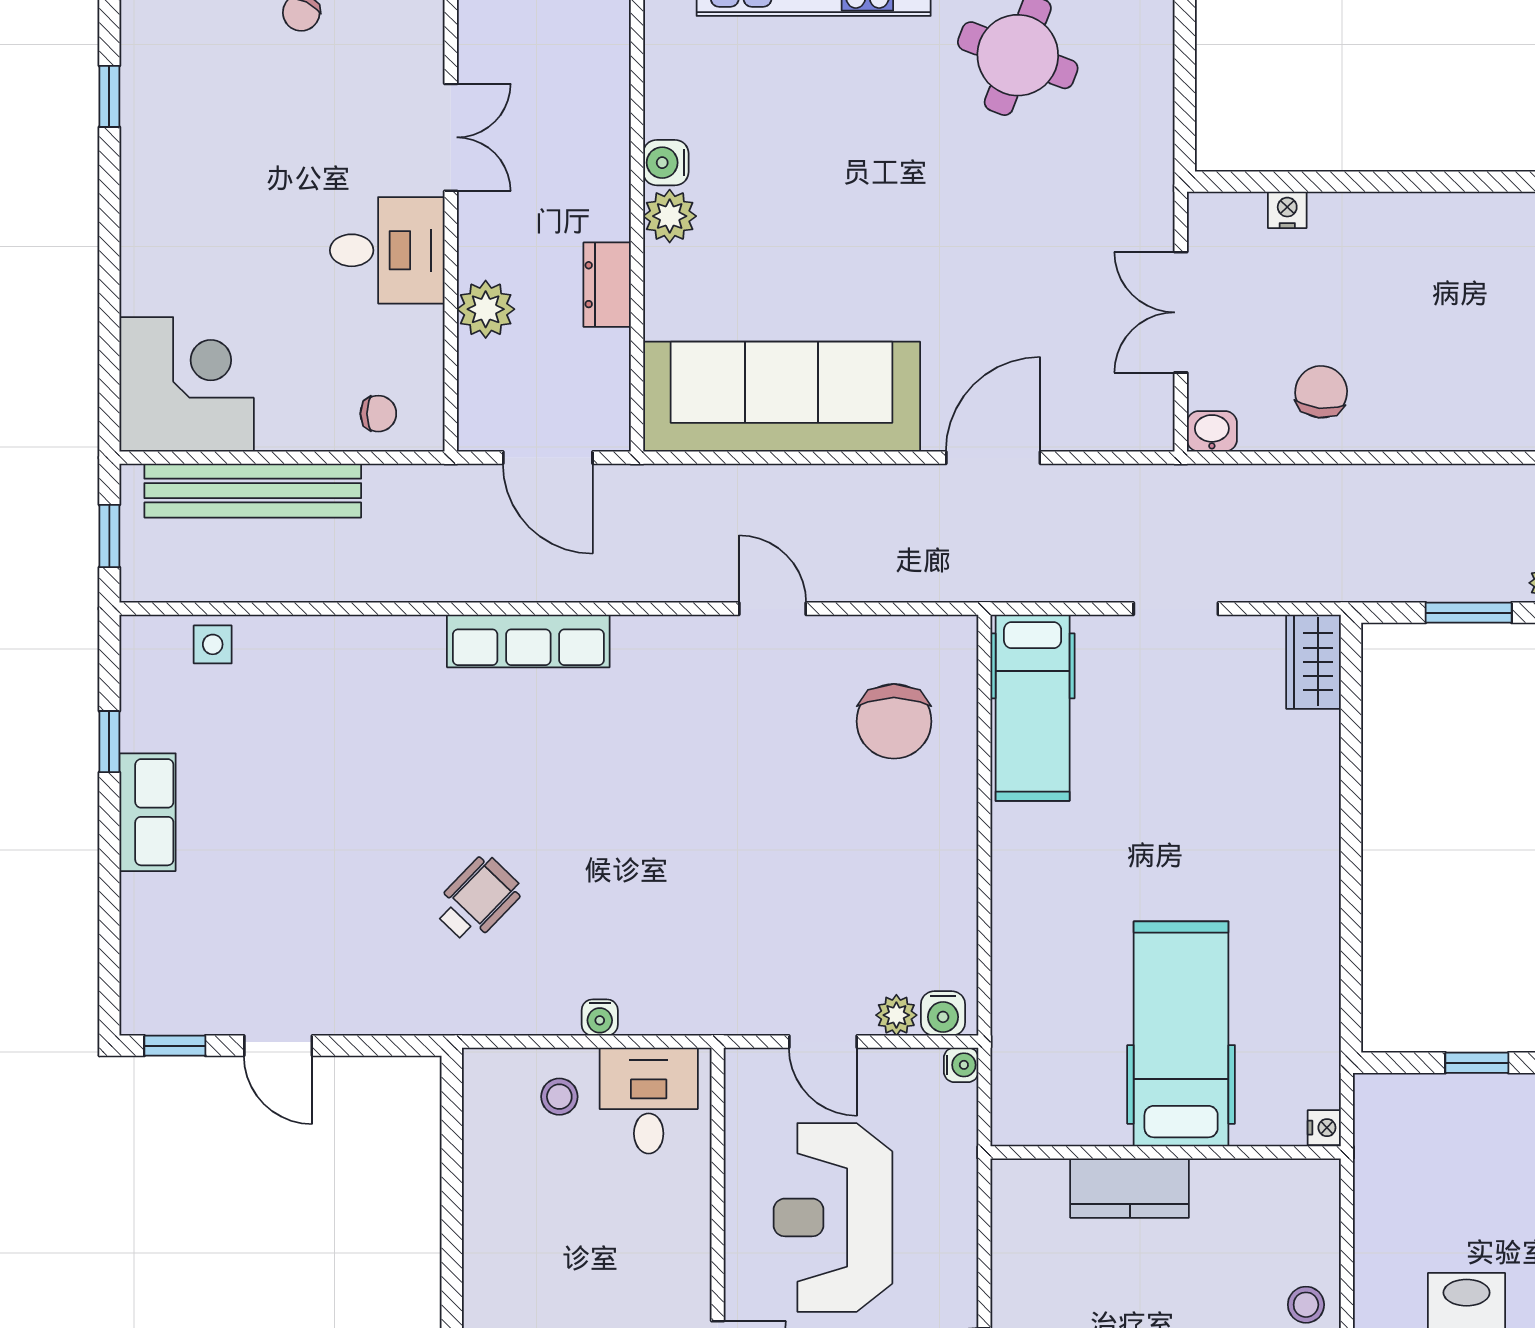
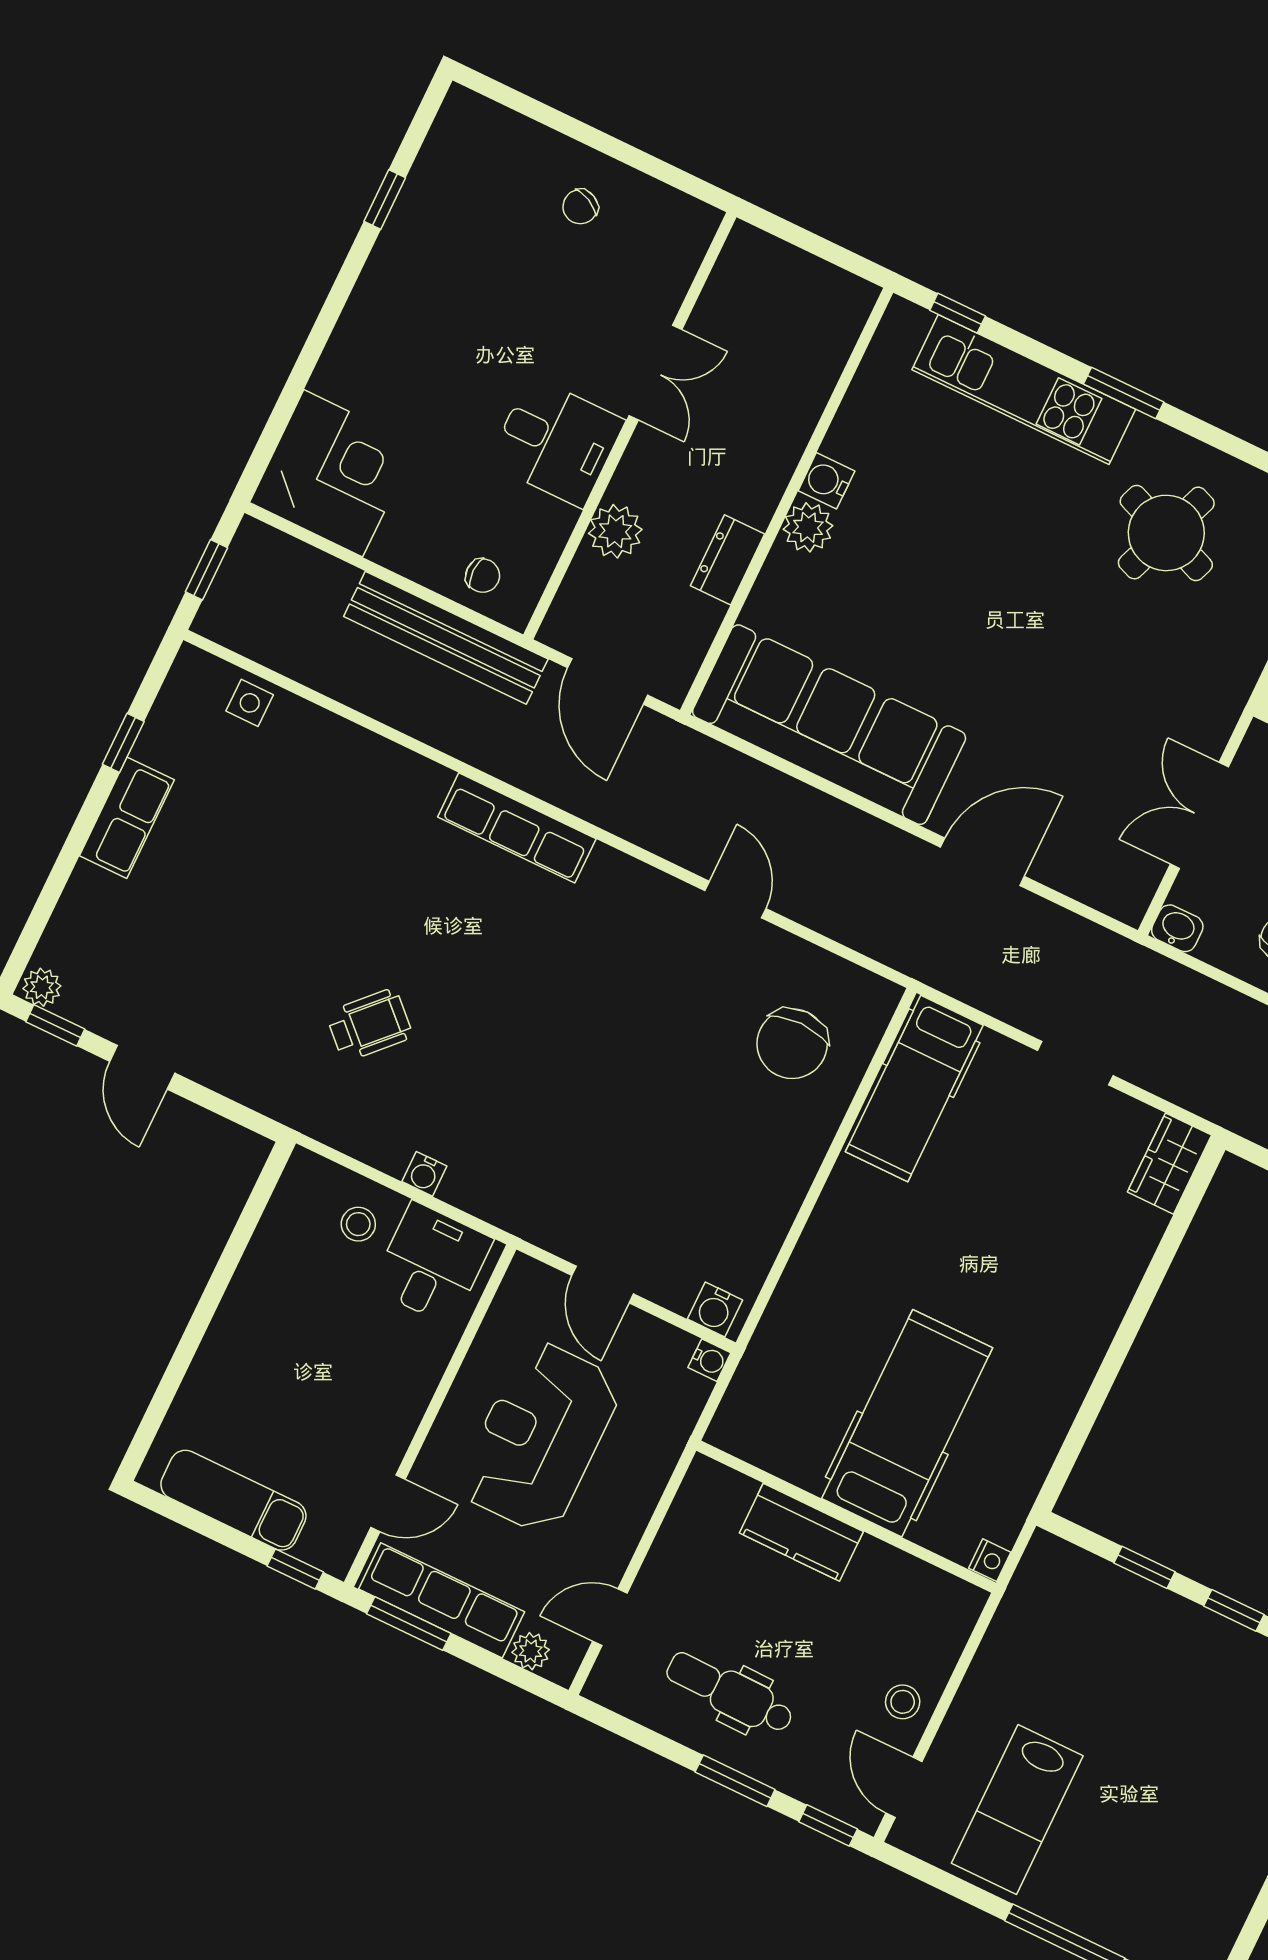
bench: (253, 491) -> (446, 638), moved
plant: (896, 1015) -> (42, 987), moved

